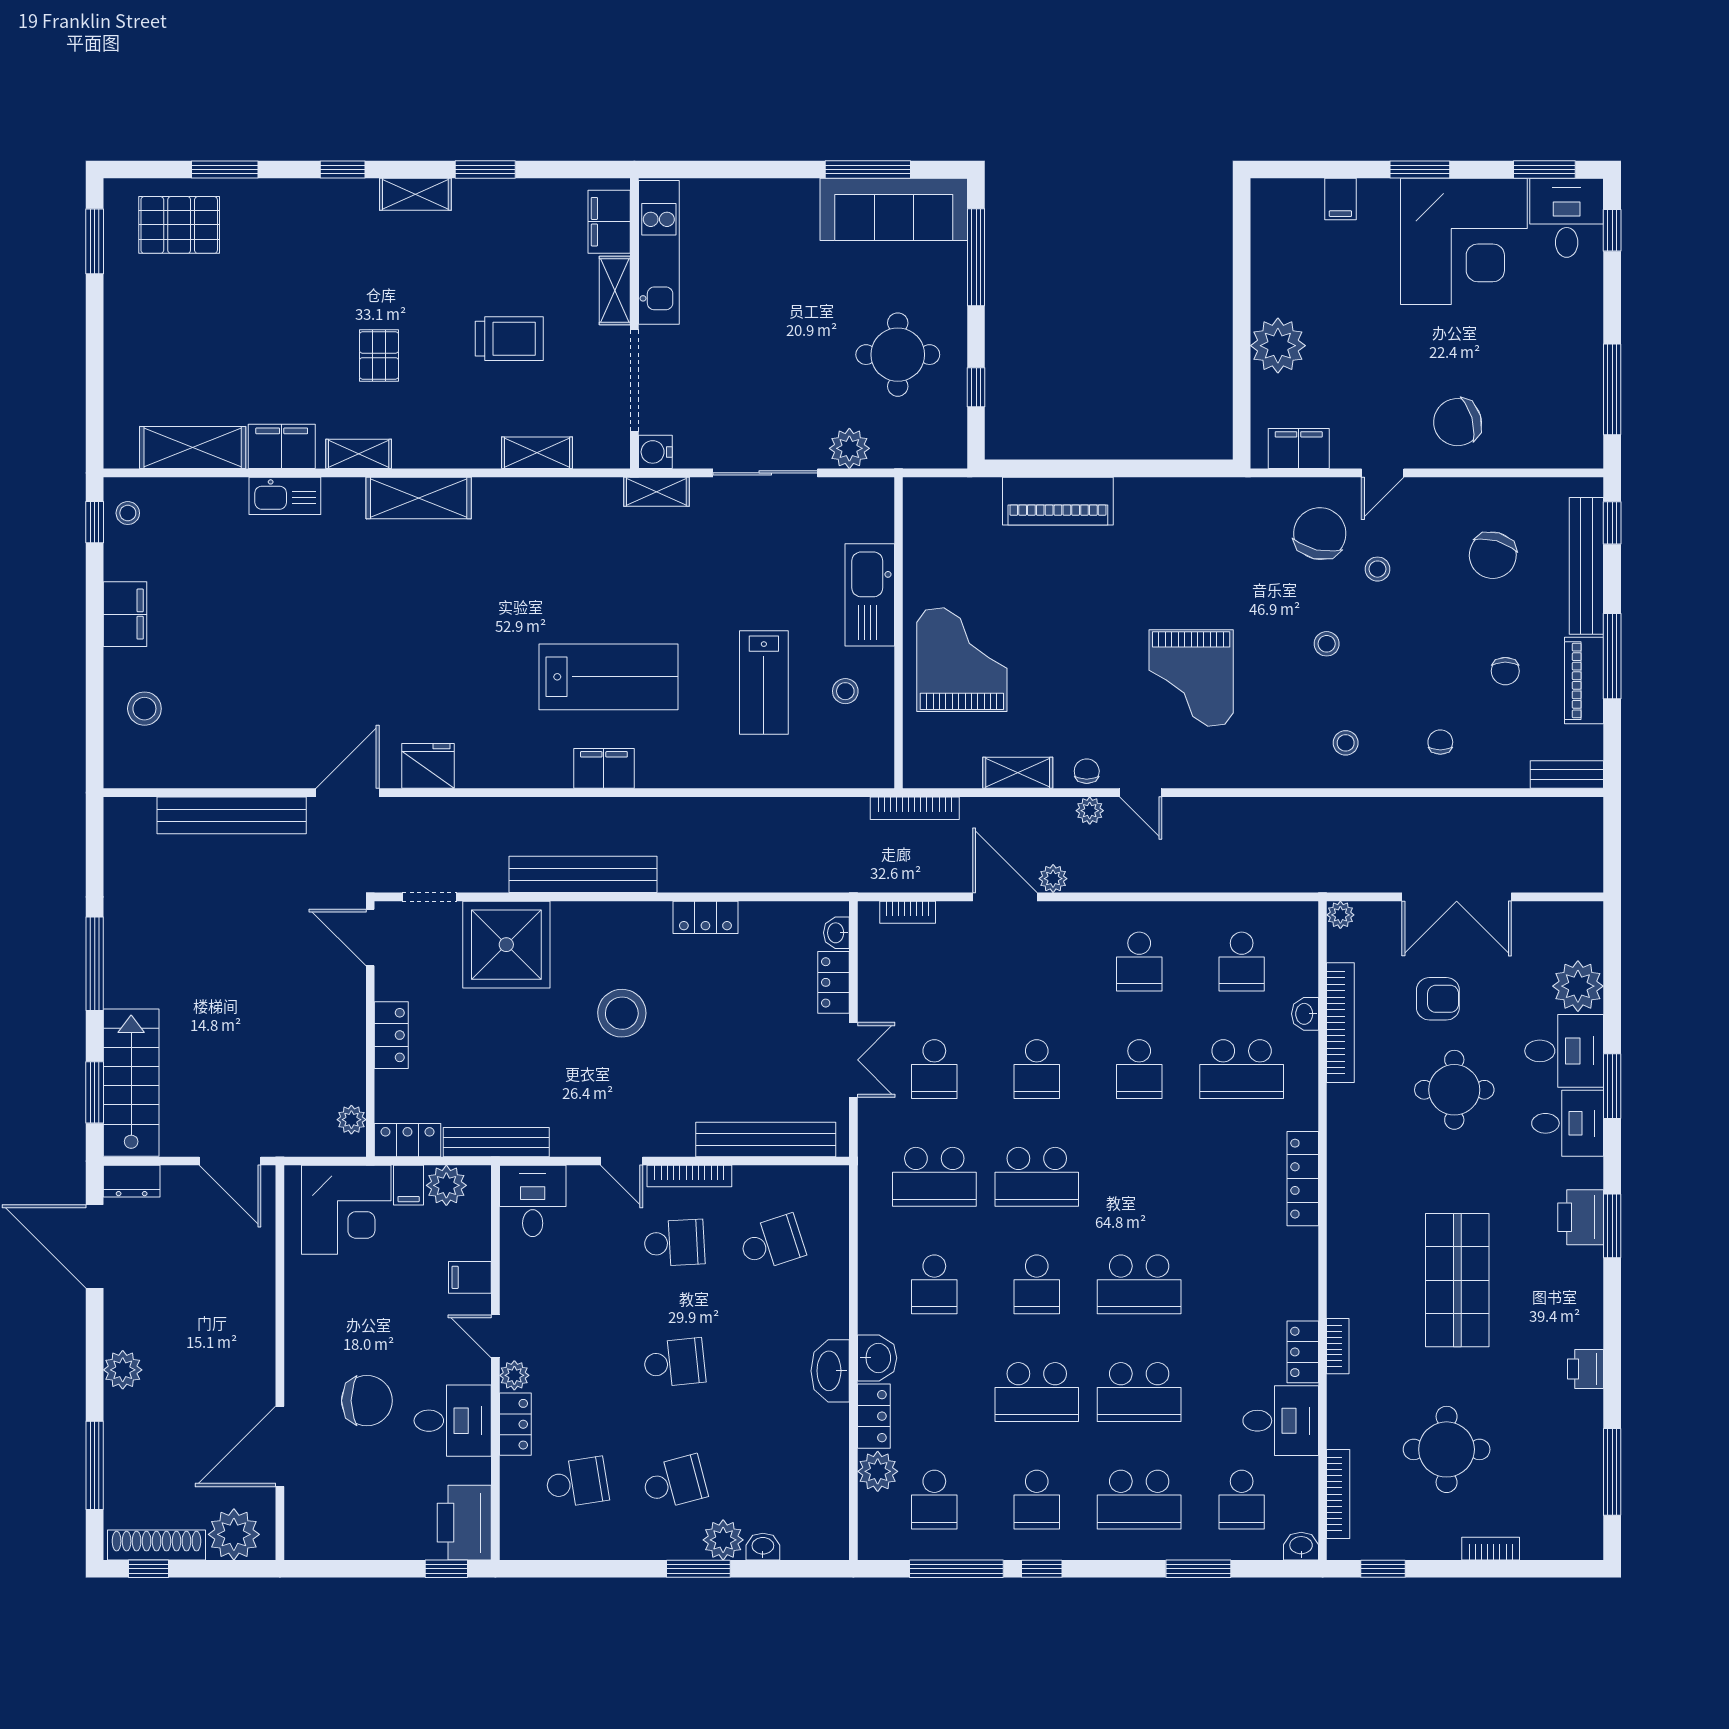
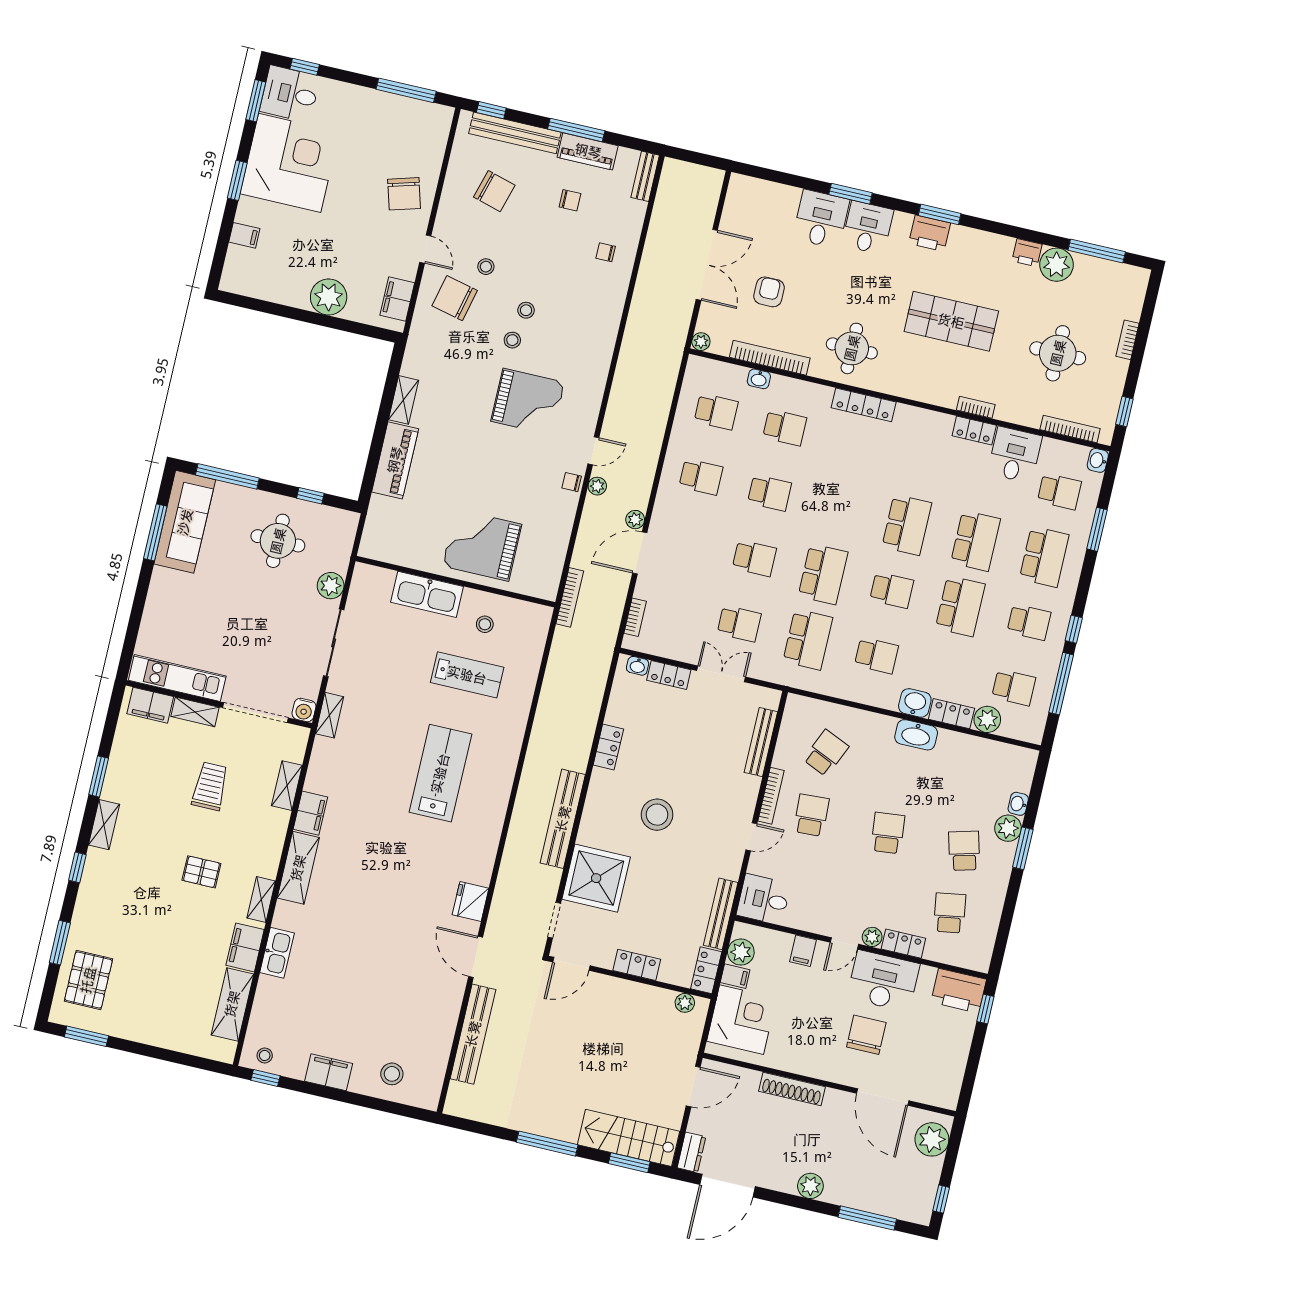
stool: (1346, 743) -> (512, 340), moved
filing cabinet: (604, 768) -> (310, 813), moved, turned 180
shelving: (1018, 773) -> (404, 400), moved
plant: (1578, 986) -> (1056, 265), moved
school desk: (1242, 1069) -> (785, 428), width x0.54
round table: (1454, 1090) -> (852, 348), moved
bench: (766, 1140) -> (761, 742), width x0.73, depth x0.82
school desk: (772, 1243) -> (826, 753), turned 42
desk: (453, 1421) -> (883, 981), width x1.37
shoe rack: (157, 1545) -> (792, 1089), moved, turned -90

